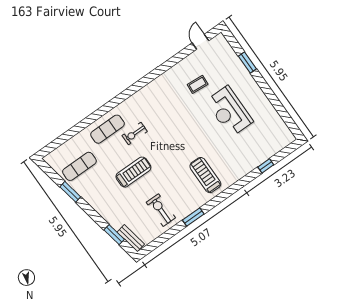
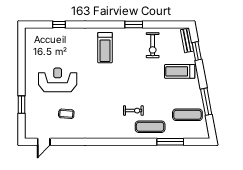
reception desk: (229, 111) -> (58, 80), turned -90
window: (78, 128) -> (170, 142), added
treadmill: (133, 172) -> (180, 71), moved
window: (70, 192) -> (206, 102), width x1.44

